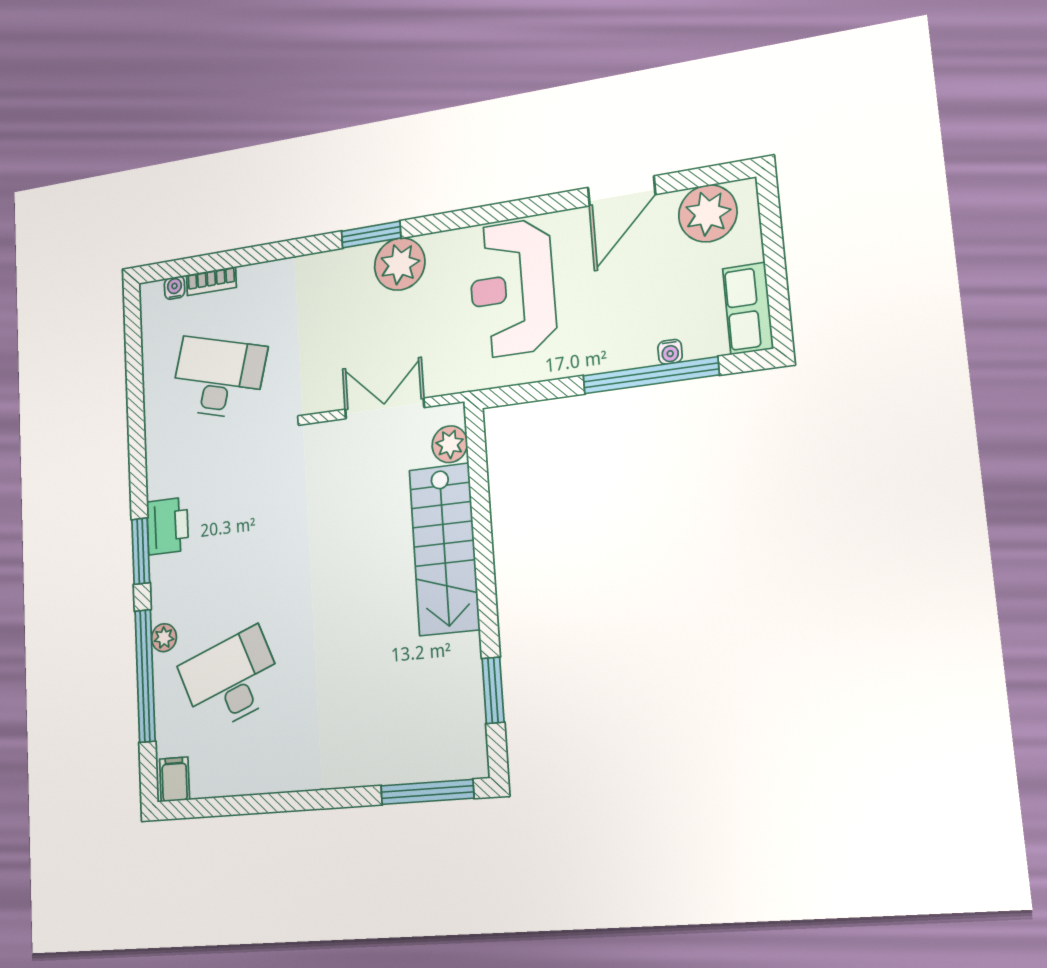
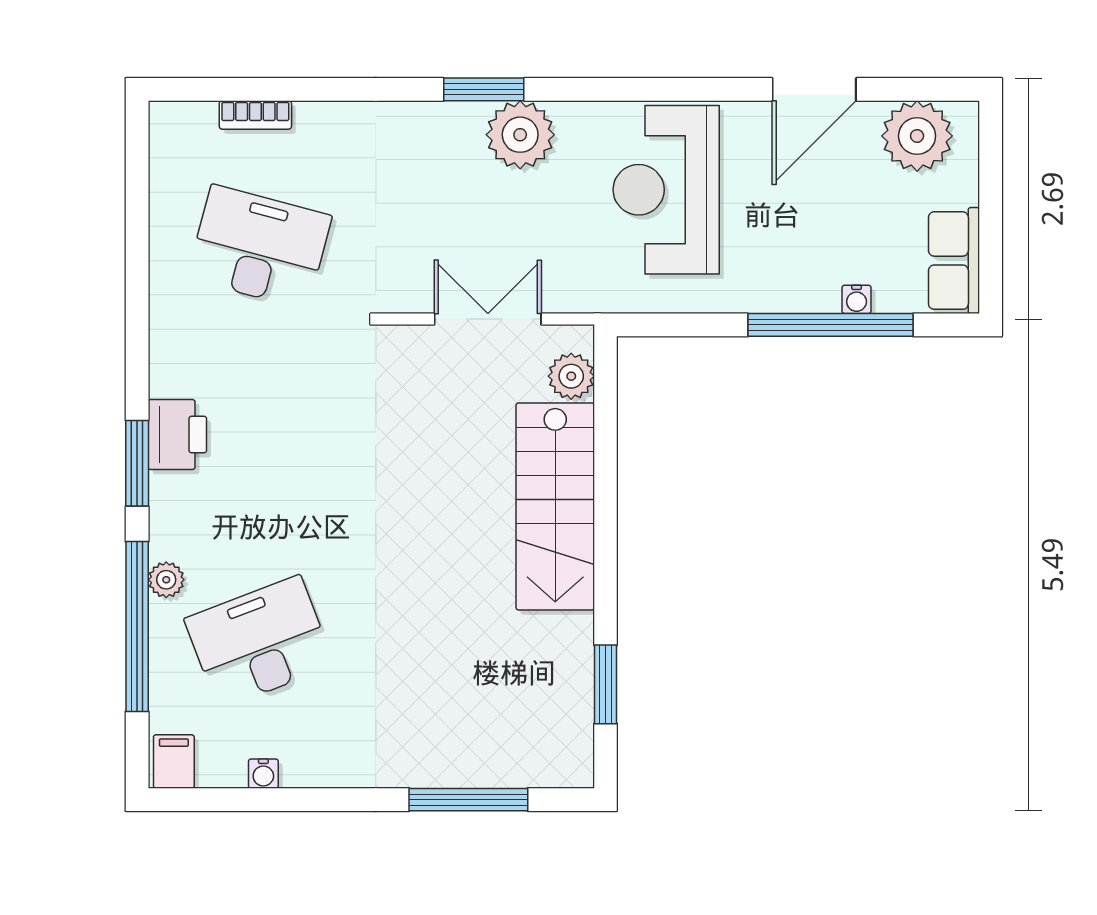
water cooler: (175, 288) -> (263, 774), moved, turned 180
window: (427, 792) -> (468, 800), moved

